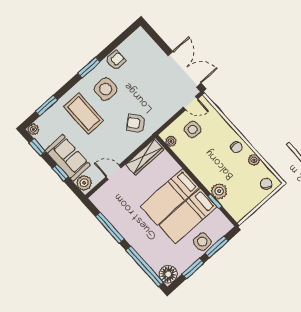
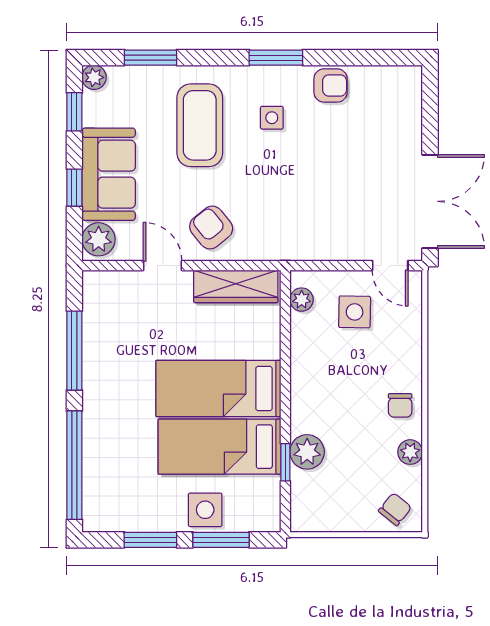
side table: (106, 89) -> (272, 118), width x0.54, depth x0.54
armchair: (136, 123) -> (211, 227), moved
floor lamp: (168, 274) -> (101, 513), removed

